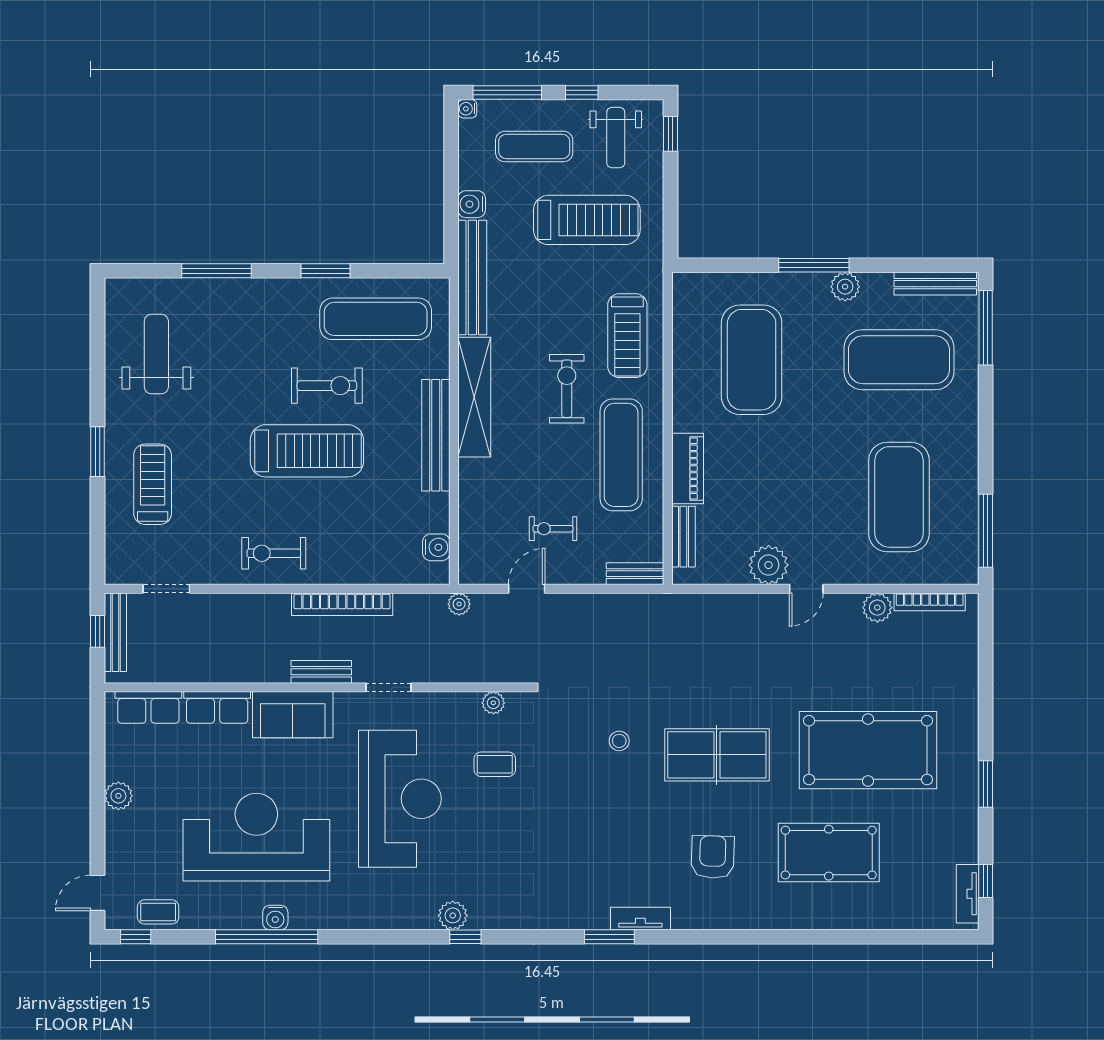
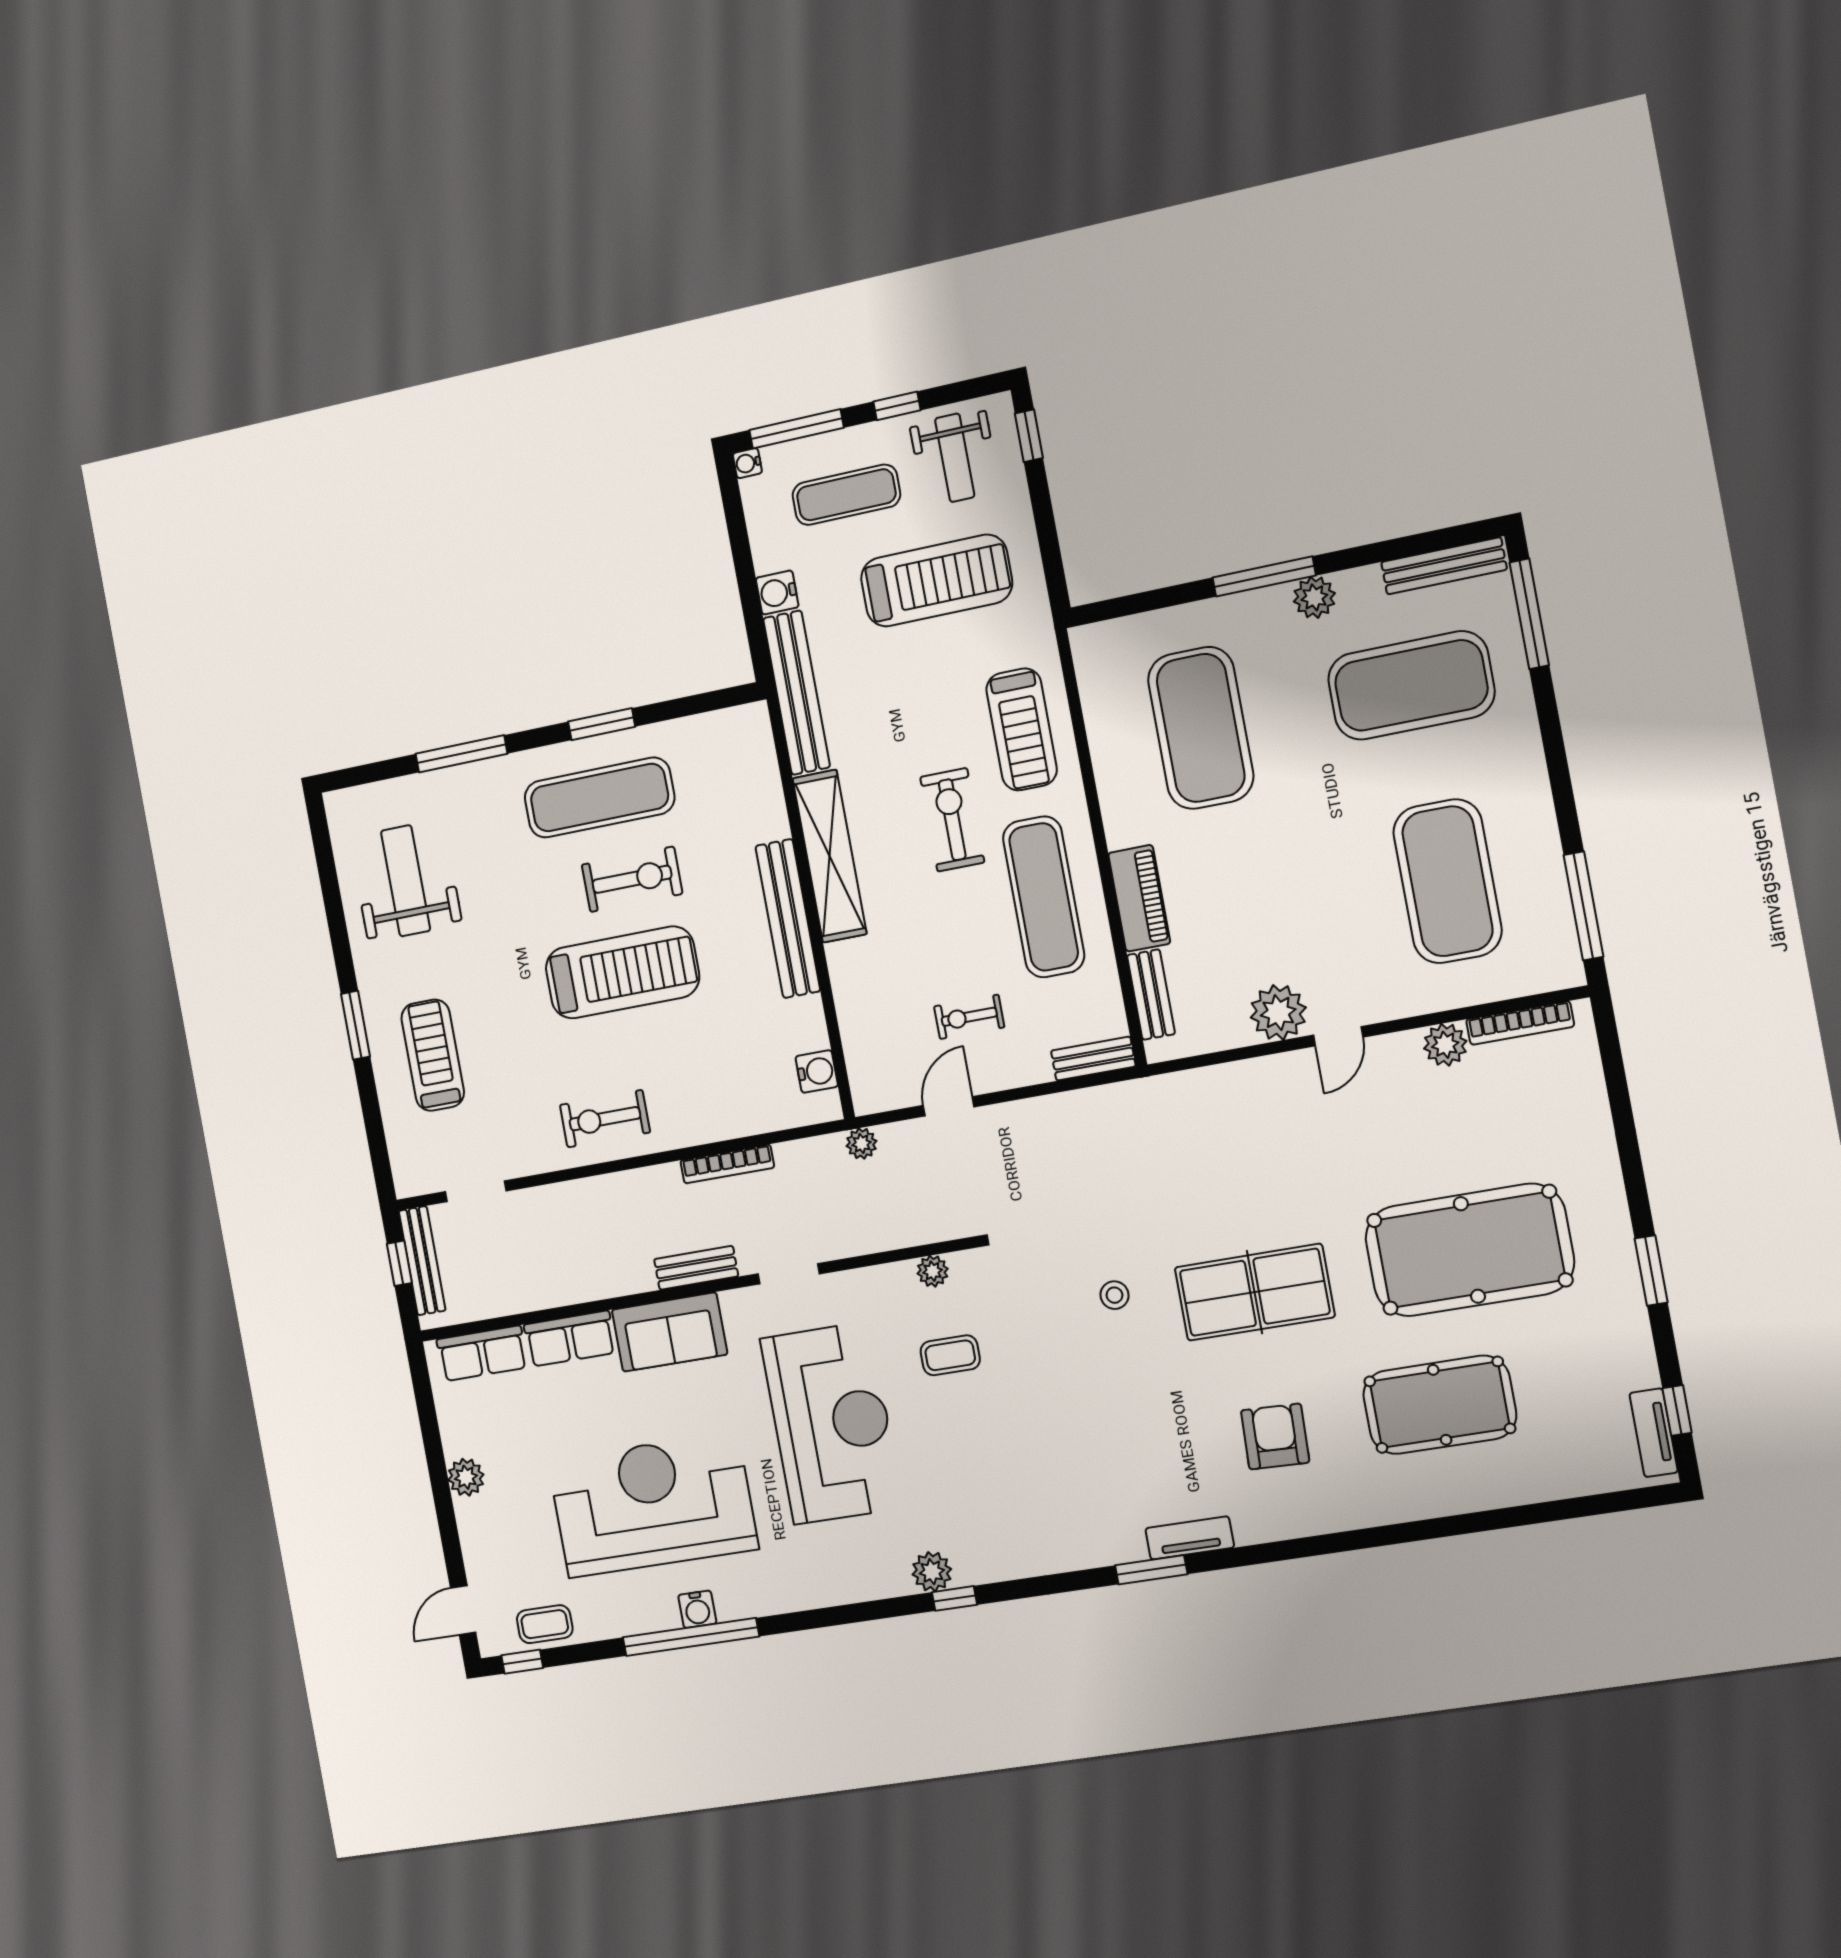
exercise mat: (376, 319) -> (599, 798), moved
bookcase: (342, 604) -> (727, 1164), width x0.68, depth x0.76

